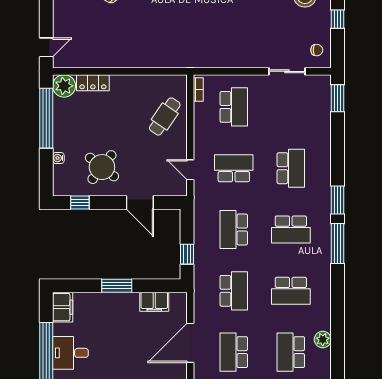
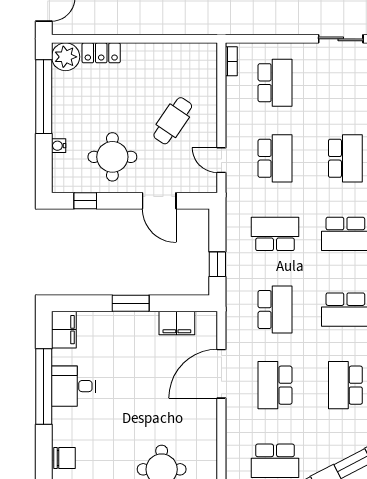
cafe table: (165, 116) -> (173, 121), moved
round table: (102, 167) -> (112, 157), turned -38
school desk: (234, 168) -> (275, 158), turned 90
school desk: (234, 230) -> (275, 234), turned 90

